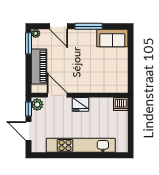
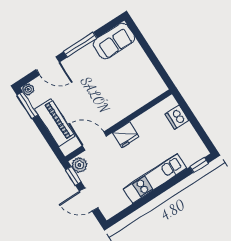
dishwasher: (121, 104) -> (177, 117), moved, turned 90
kitchen unit: (81, 145) -> (155, 178), width x0.73
window: (115, 155) -> (199, 165), added

